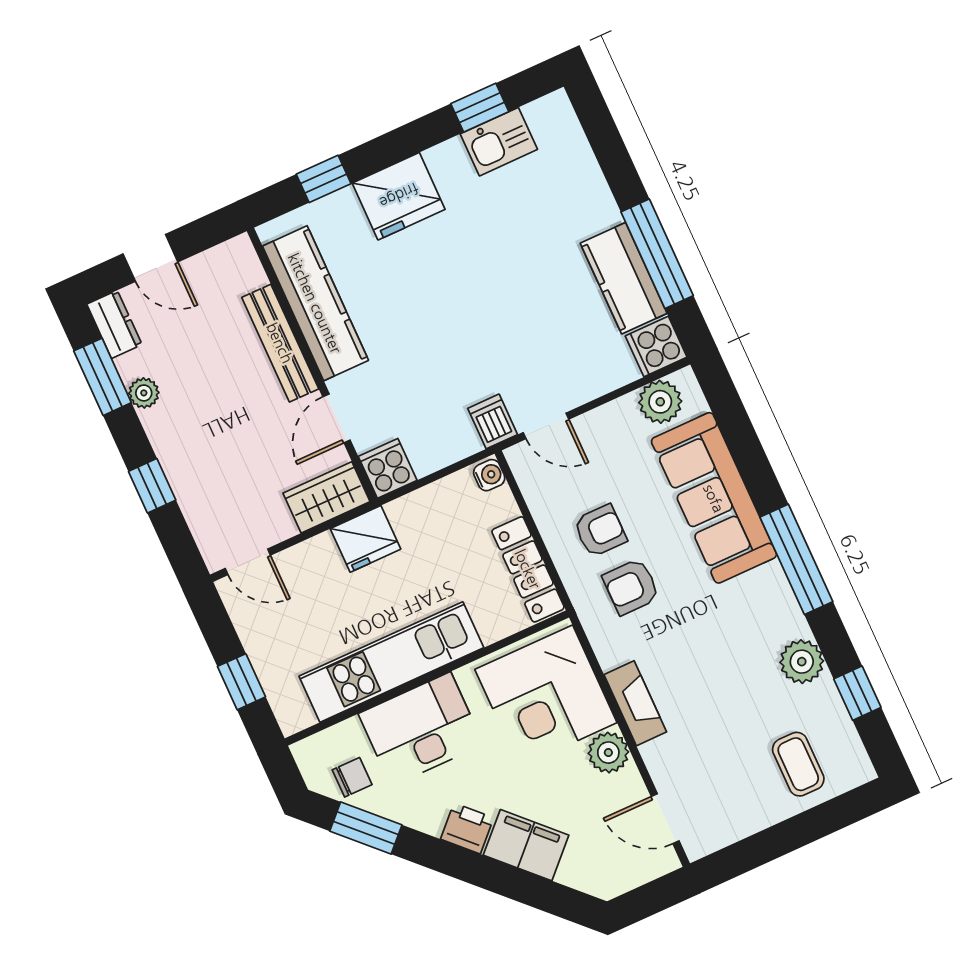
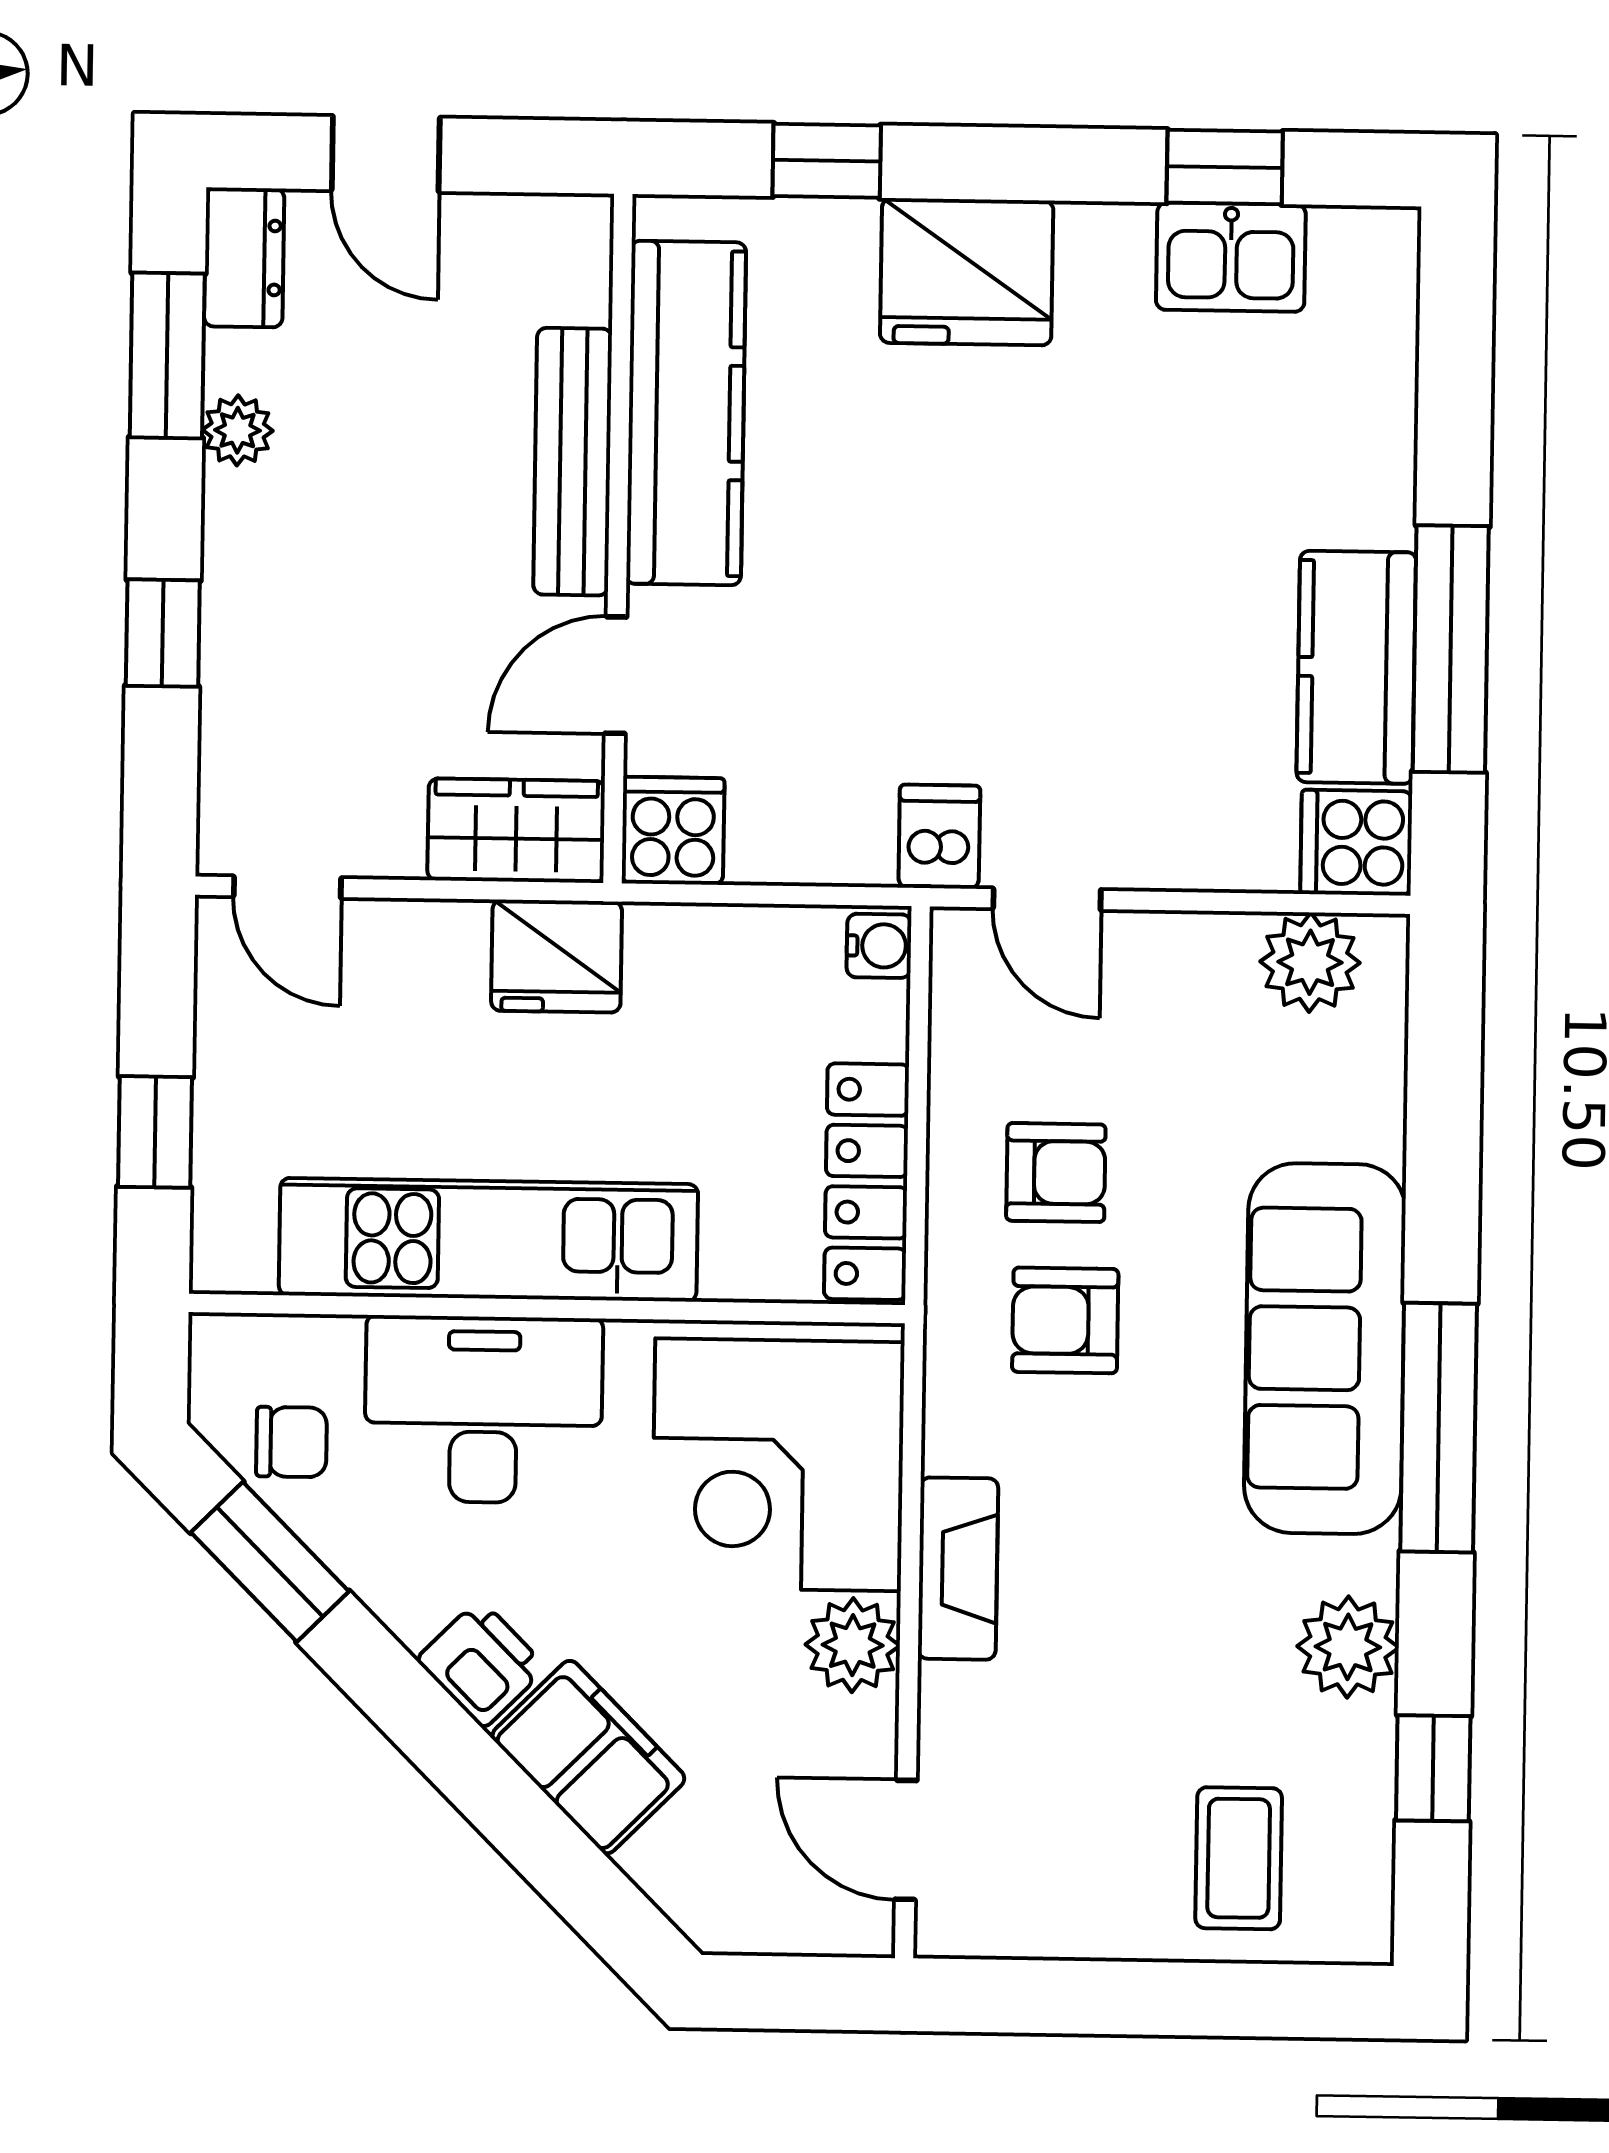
sofa: (714, 498) -> (1325, 1349), moved

